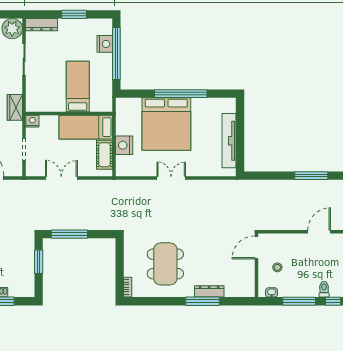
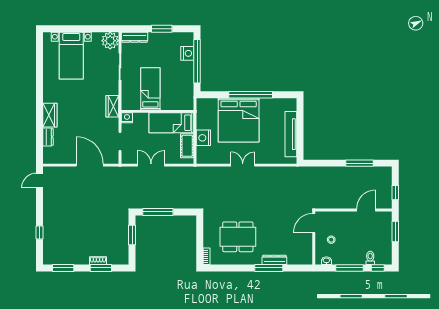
bed: (78, 86) -> (150, 89), moved
dining table: (165, 264) -> (238, 237), turned 90

